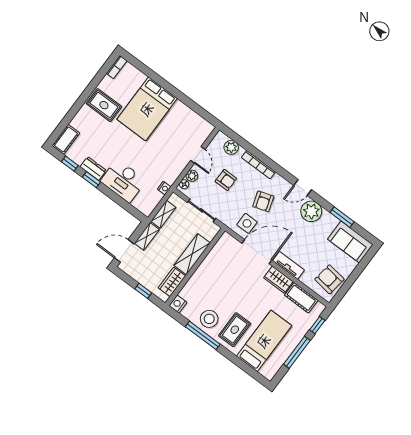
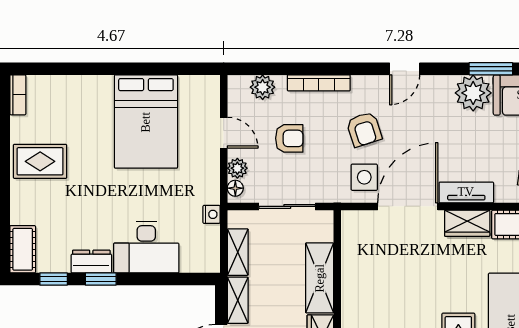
bed: (147, 109) -> (146, 122), moved
plant: (311, 211) -> (473, 93), moved

